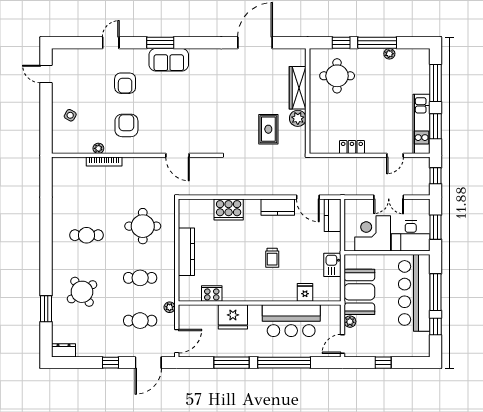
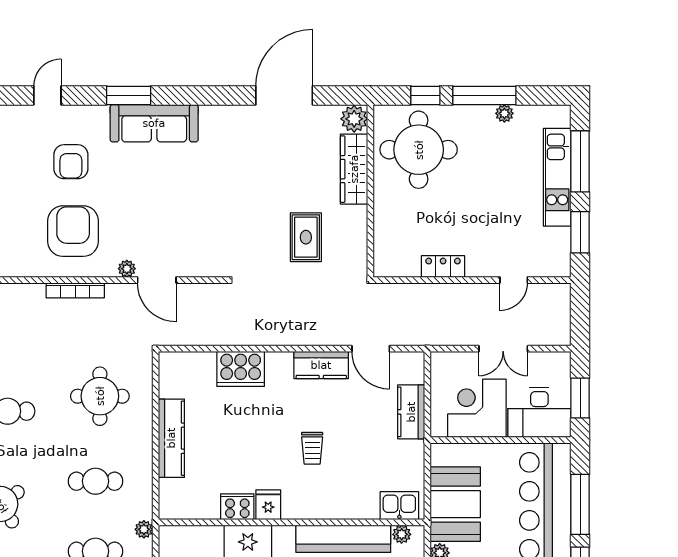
sofa: (169, 60) -> (154, 123), width x1.36
round table: (337, 76) -> (419, 150), width x1.36, depth x1.36
plant: (298, 118) -> (354, 119), moved
kitchen unit: (422, 124) -> (557, 177), moved
armchair: (126, 125) -> (73, 231), width x1.36, depth x1.36
plant: (98, 148) -> (127, 269), moved
bookcase: (104, 162) -> (75, 290), moved
window: (436, 176) -> (580, 314), removed
kitchen counter: (333, 215) -> (411, 412), moved
kitchen sink: (332, 265) -> (399, 506), moved, turned 90
fridge: (305, 292) -> (268, 505), moved
cooker: (212, 293) -> (237, 507), moved
plant: (327, 310) -> (402, 534), added

